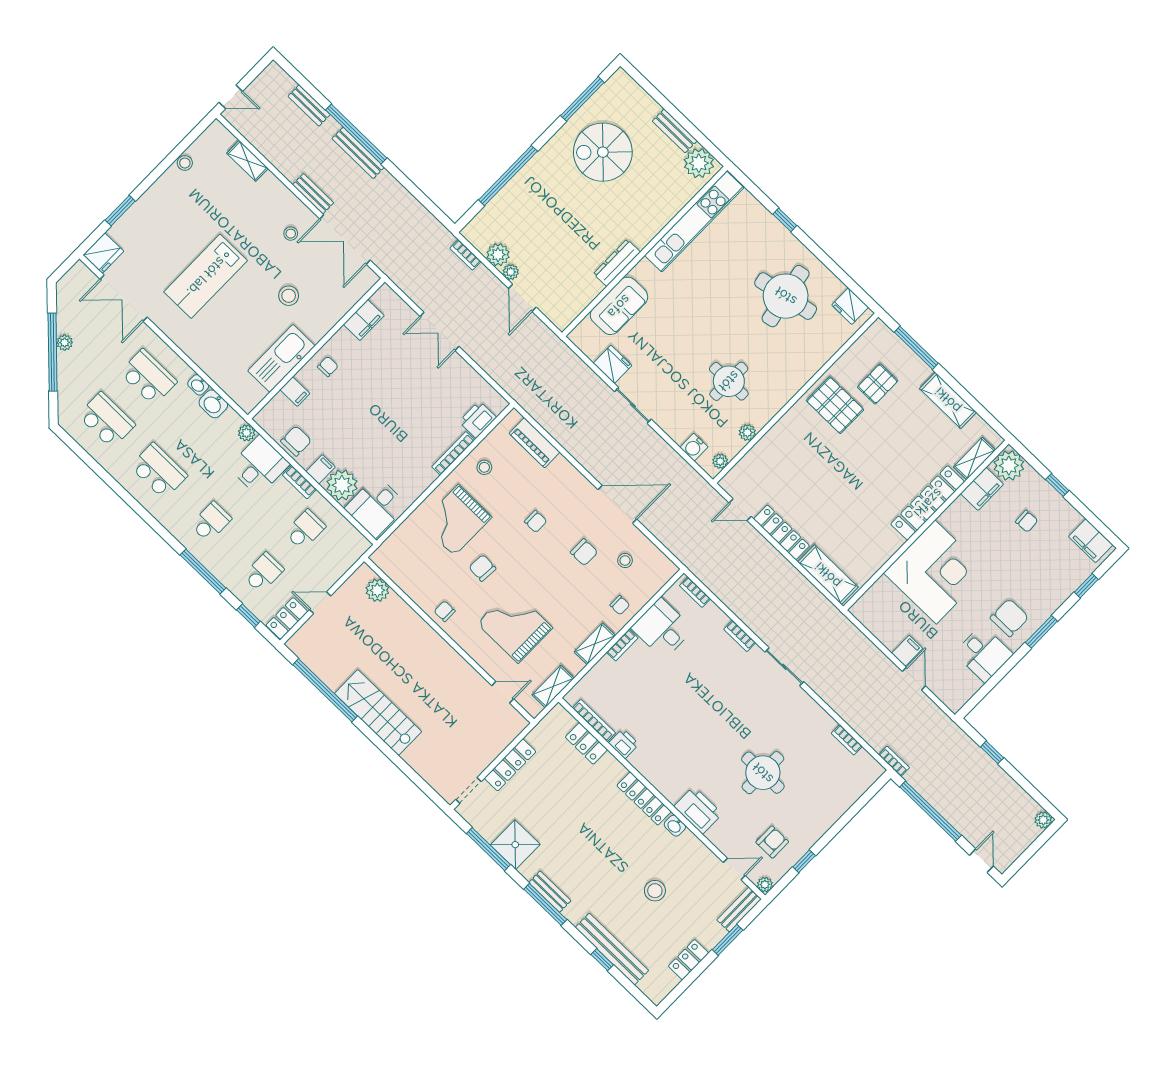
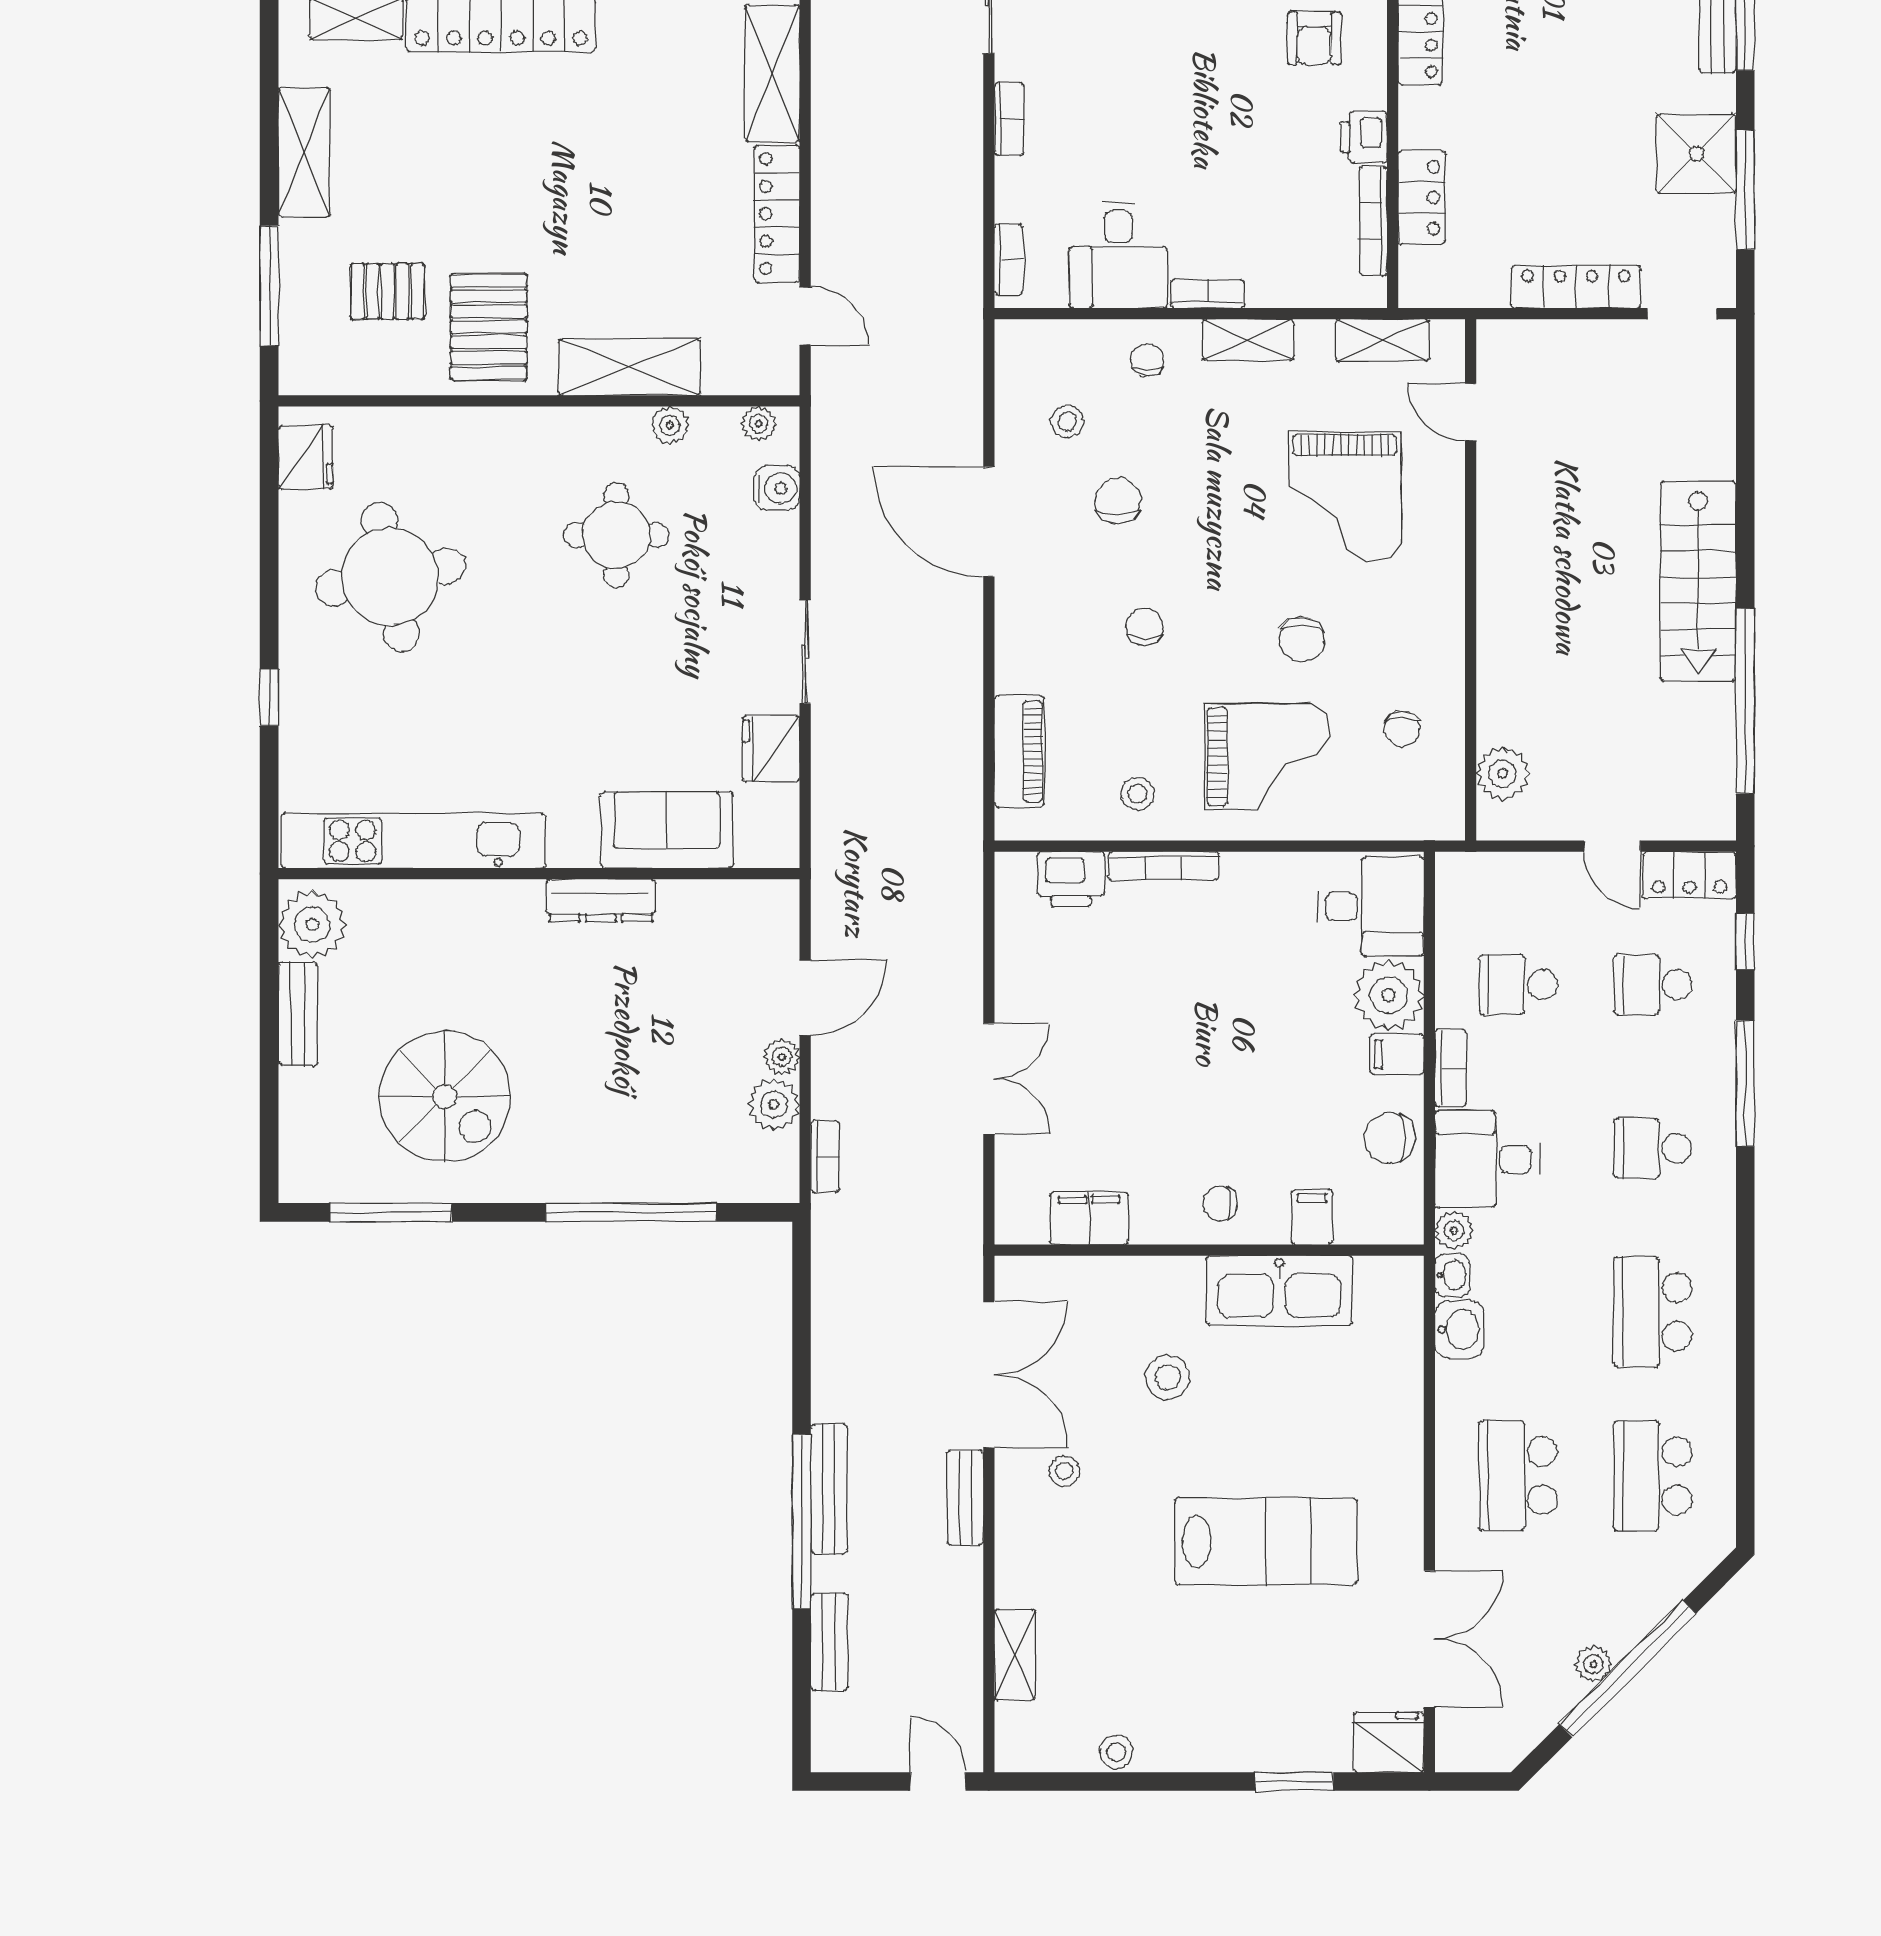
washbasin: (198, 385) -> (1452, 1275), moved
shelving: (778, 438) -> (629, 367), added
chair: (445, 611) -> (1402, 729), moved
armchair: (671, 758) -> (1314, 38), added

